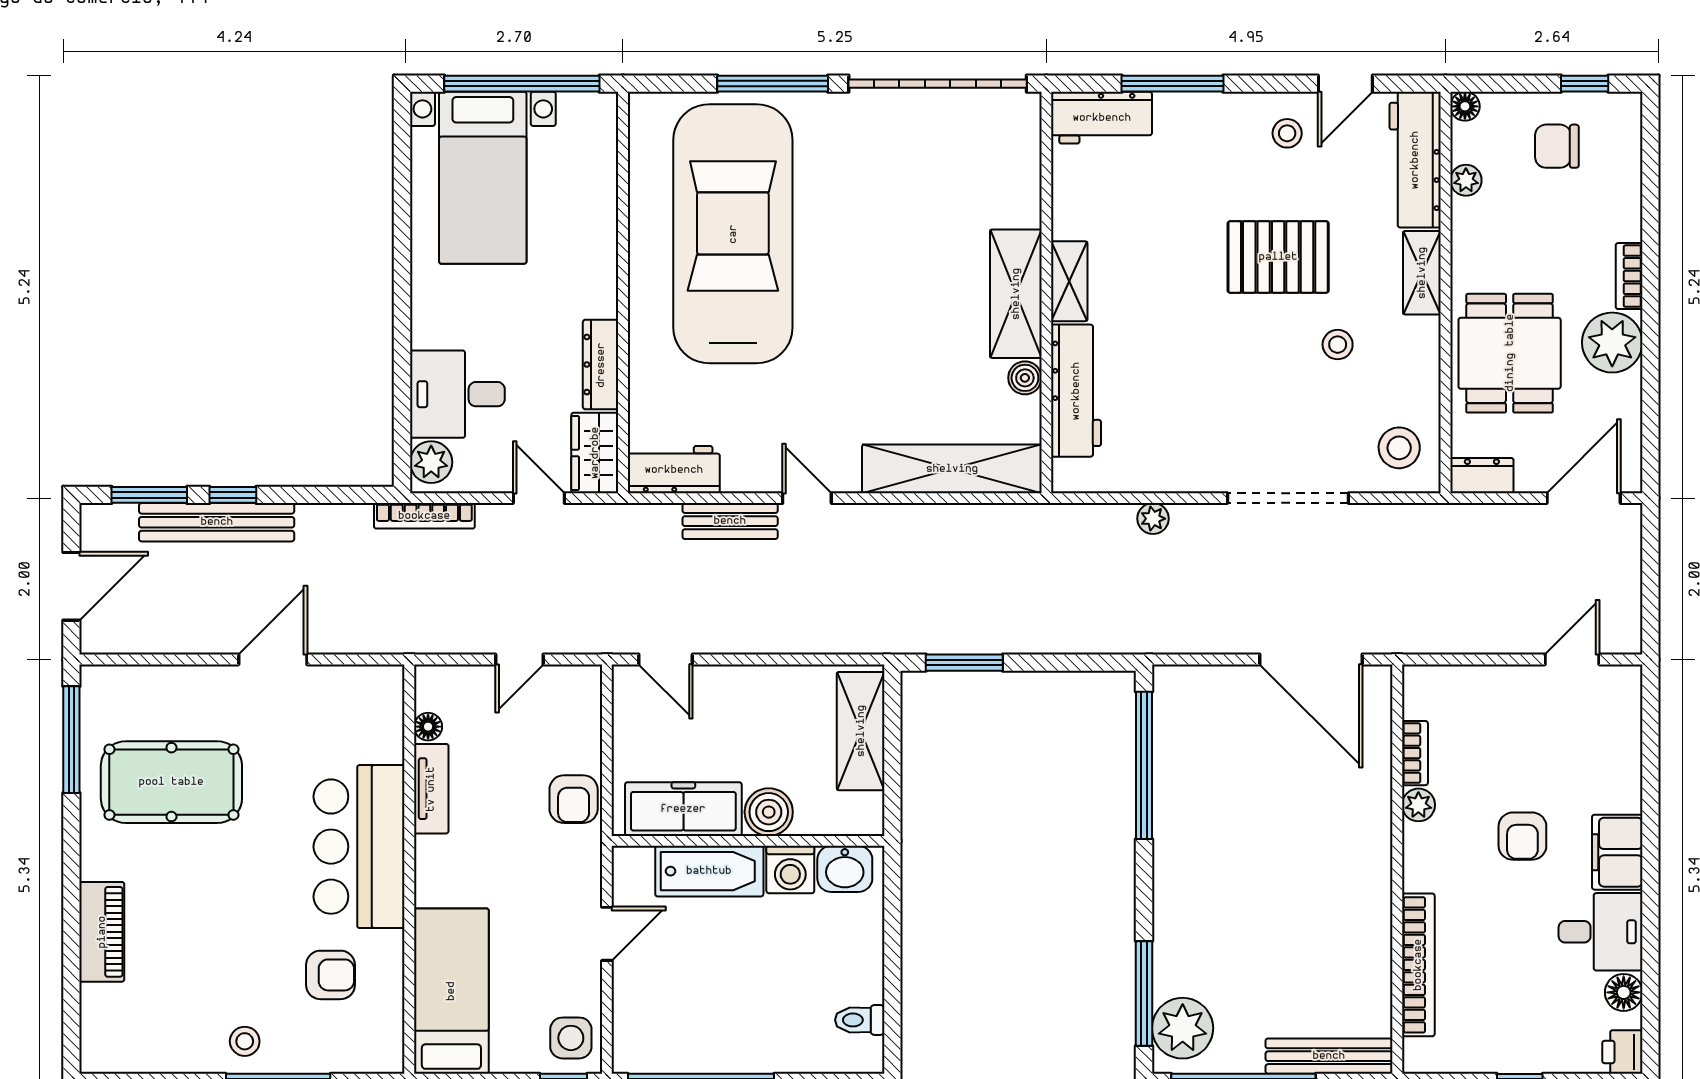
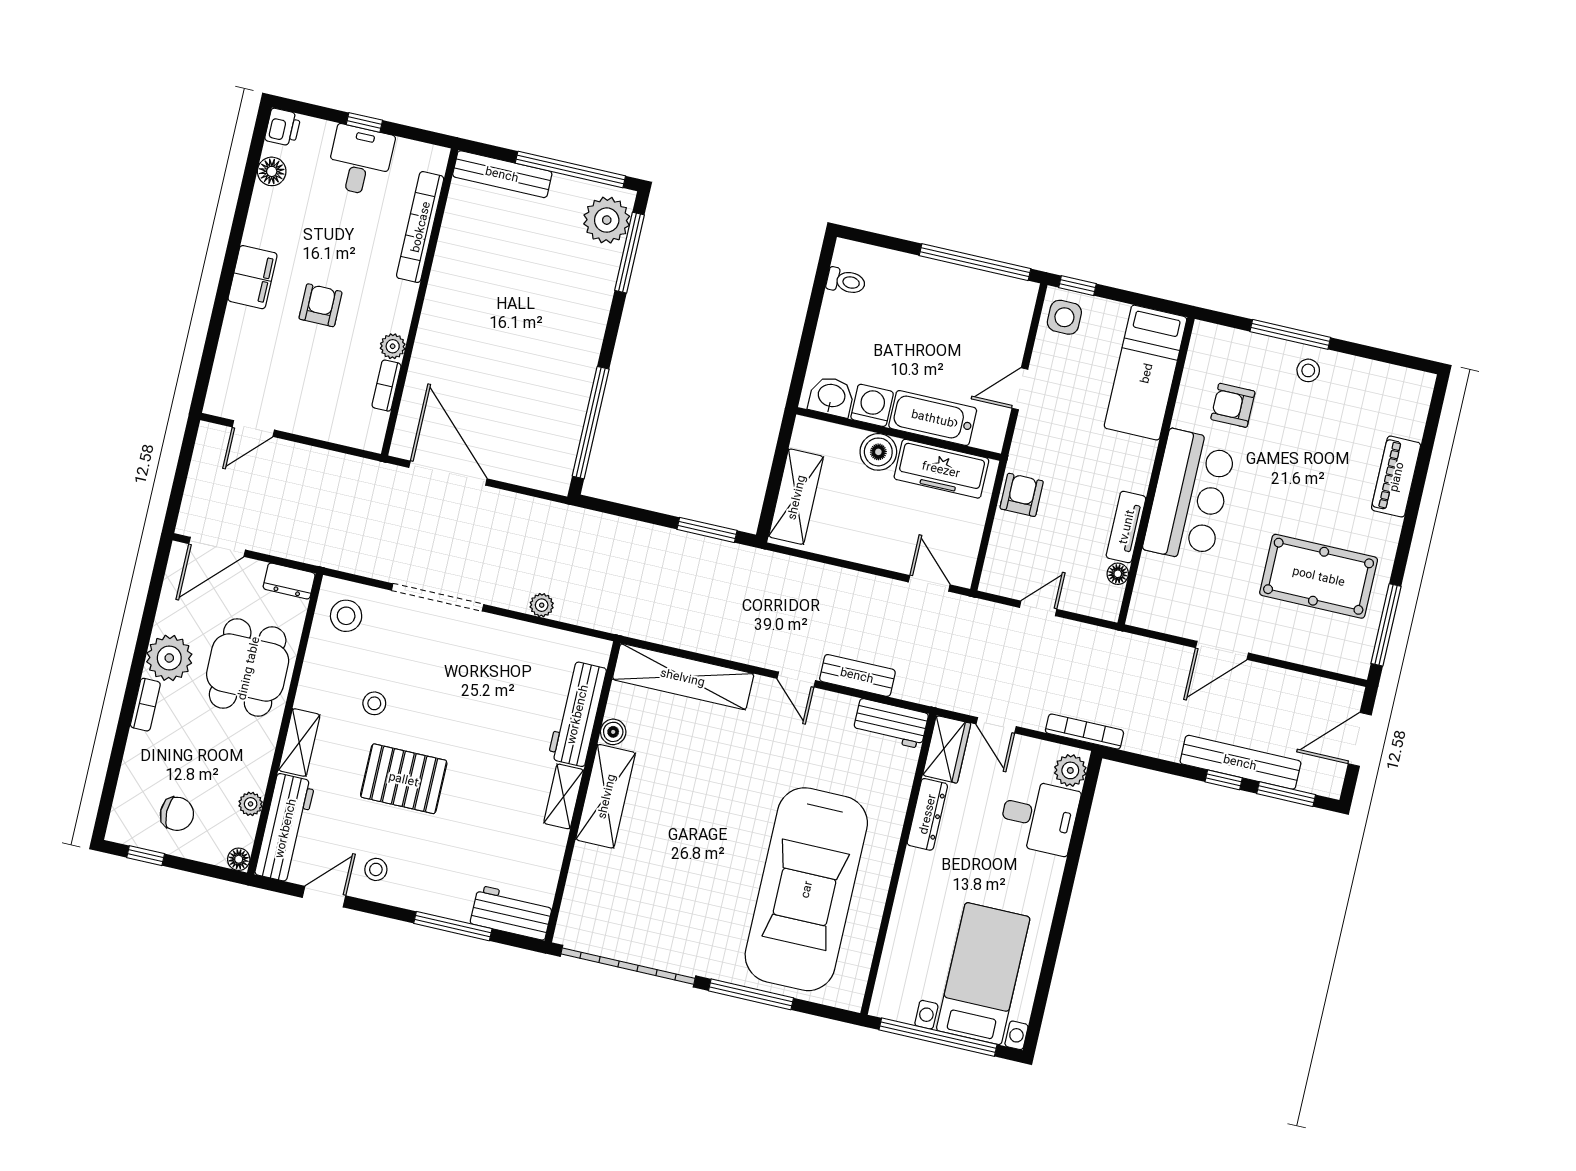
desk: (1601, 932) -> (360, 161), moved, turned 90

